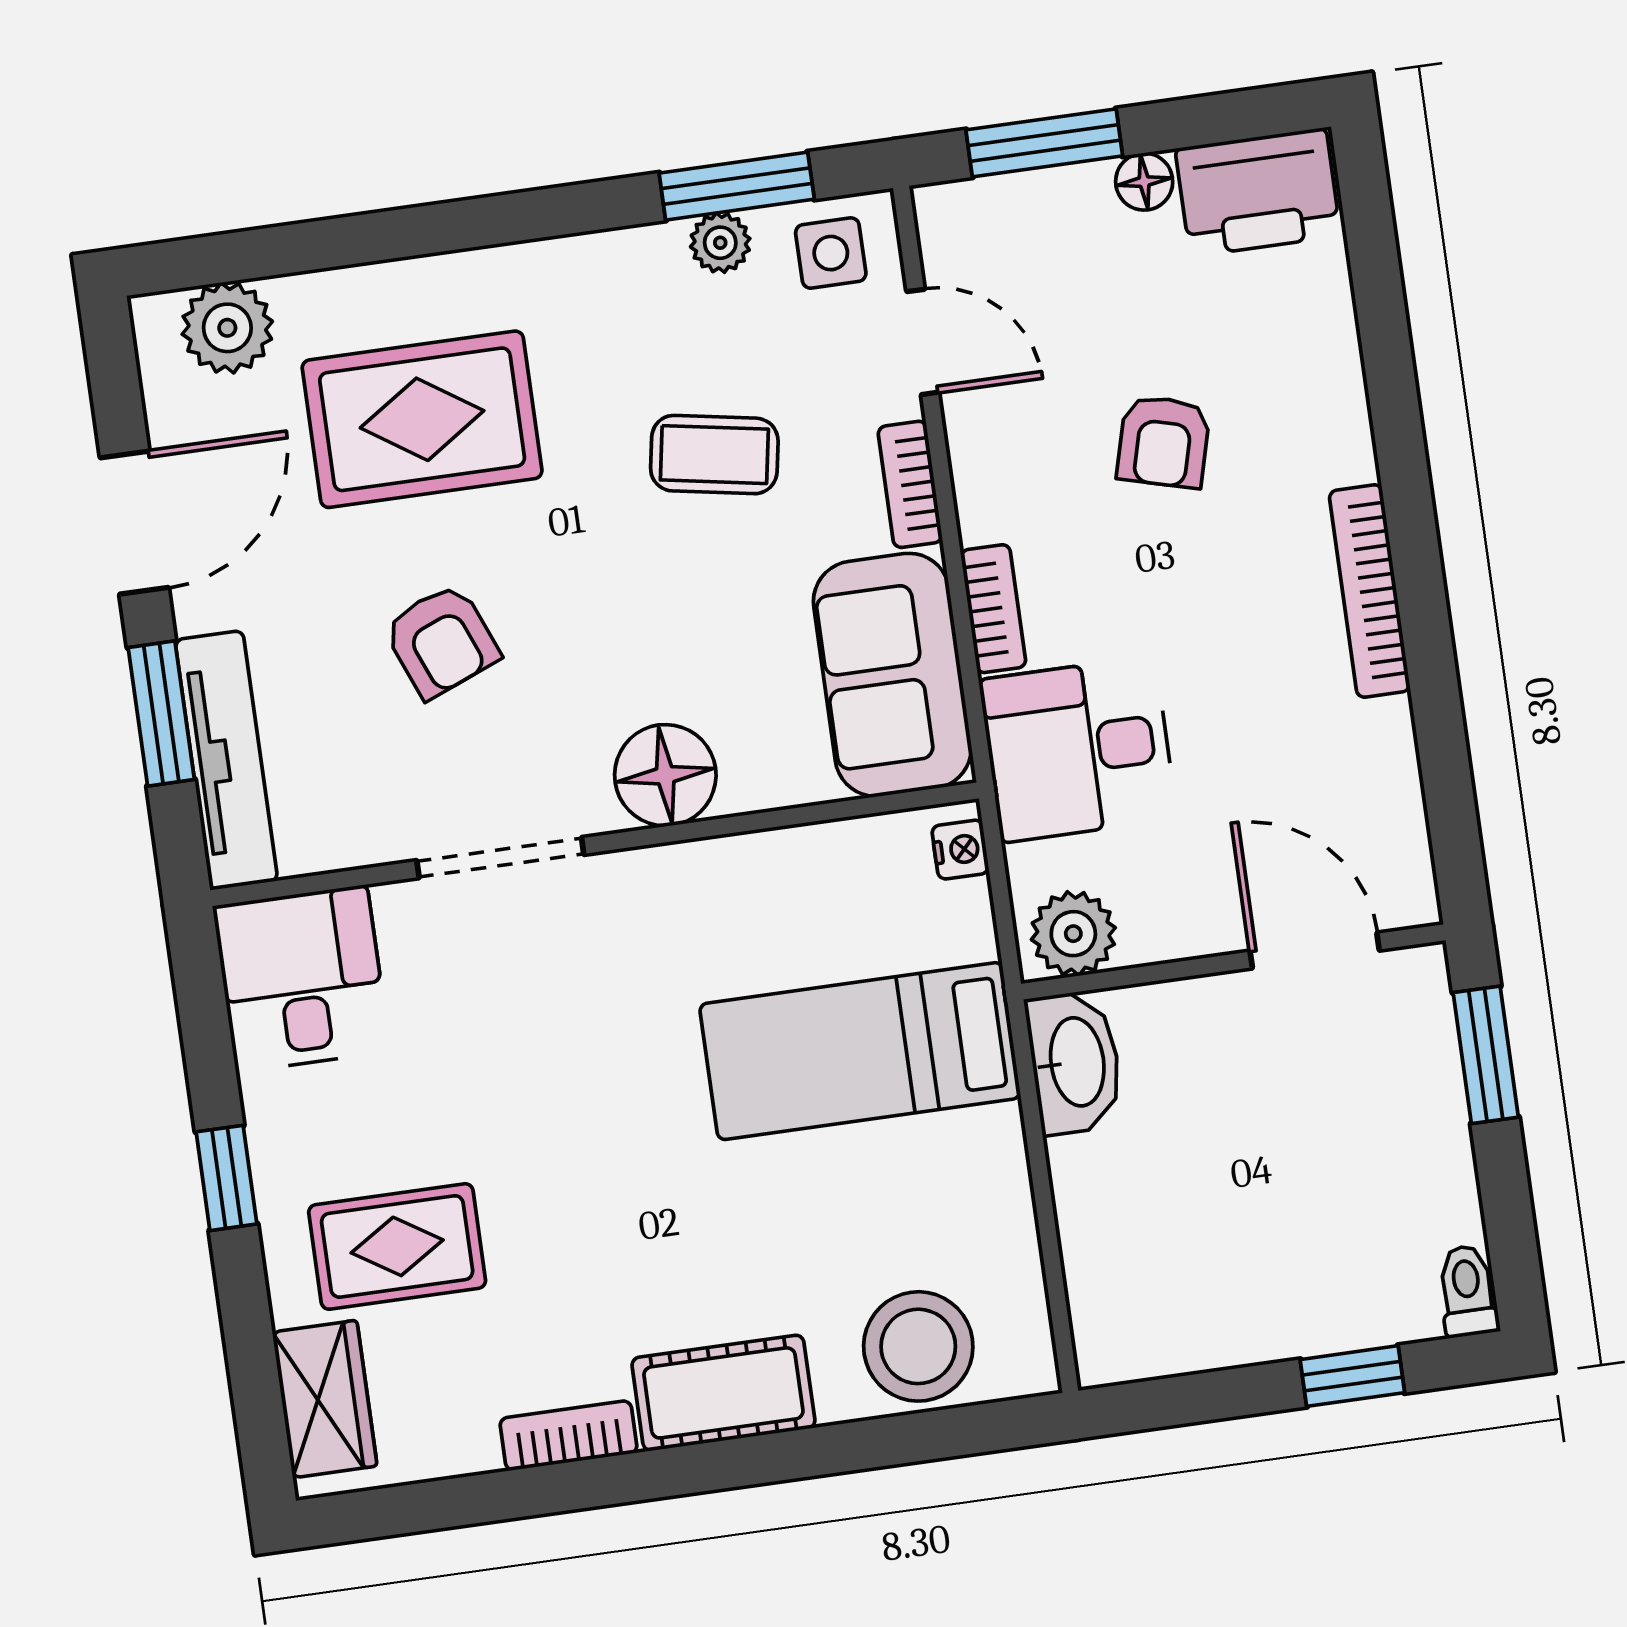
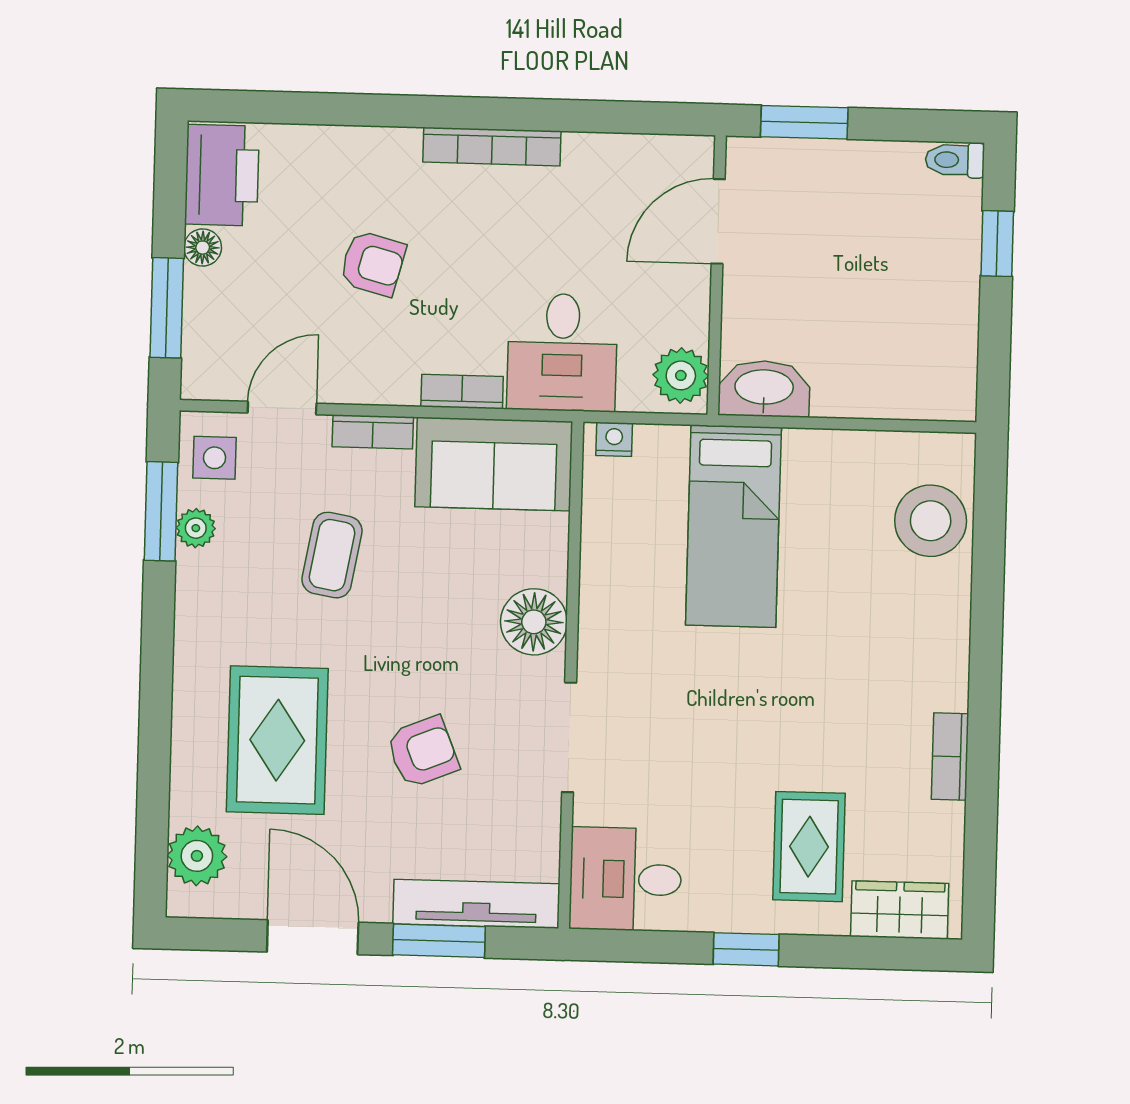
cot: (723, 1393) -> (939, 652), removed

